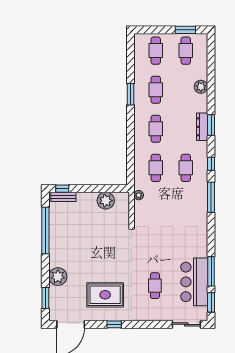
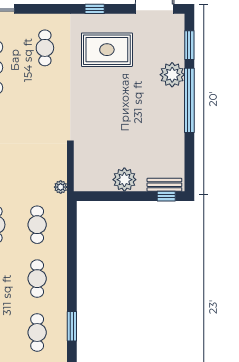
plant: (106, 201) -> (124, 180), moved
window: (45, 231) -> (189, 100), moved
cafe table: (155, 286) -> (45, 48), moved

